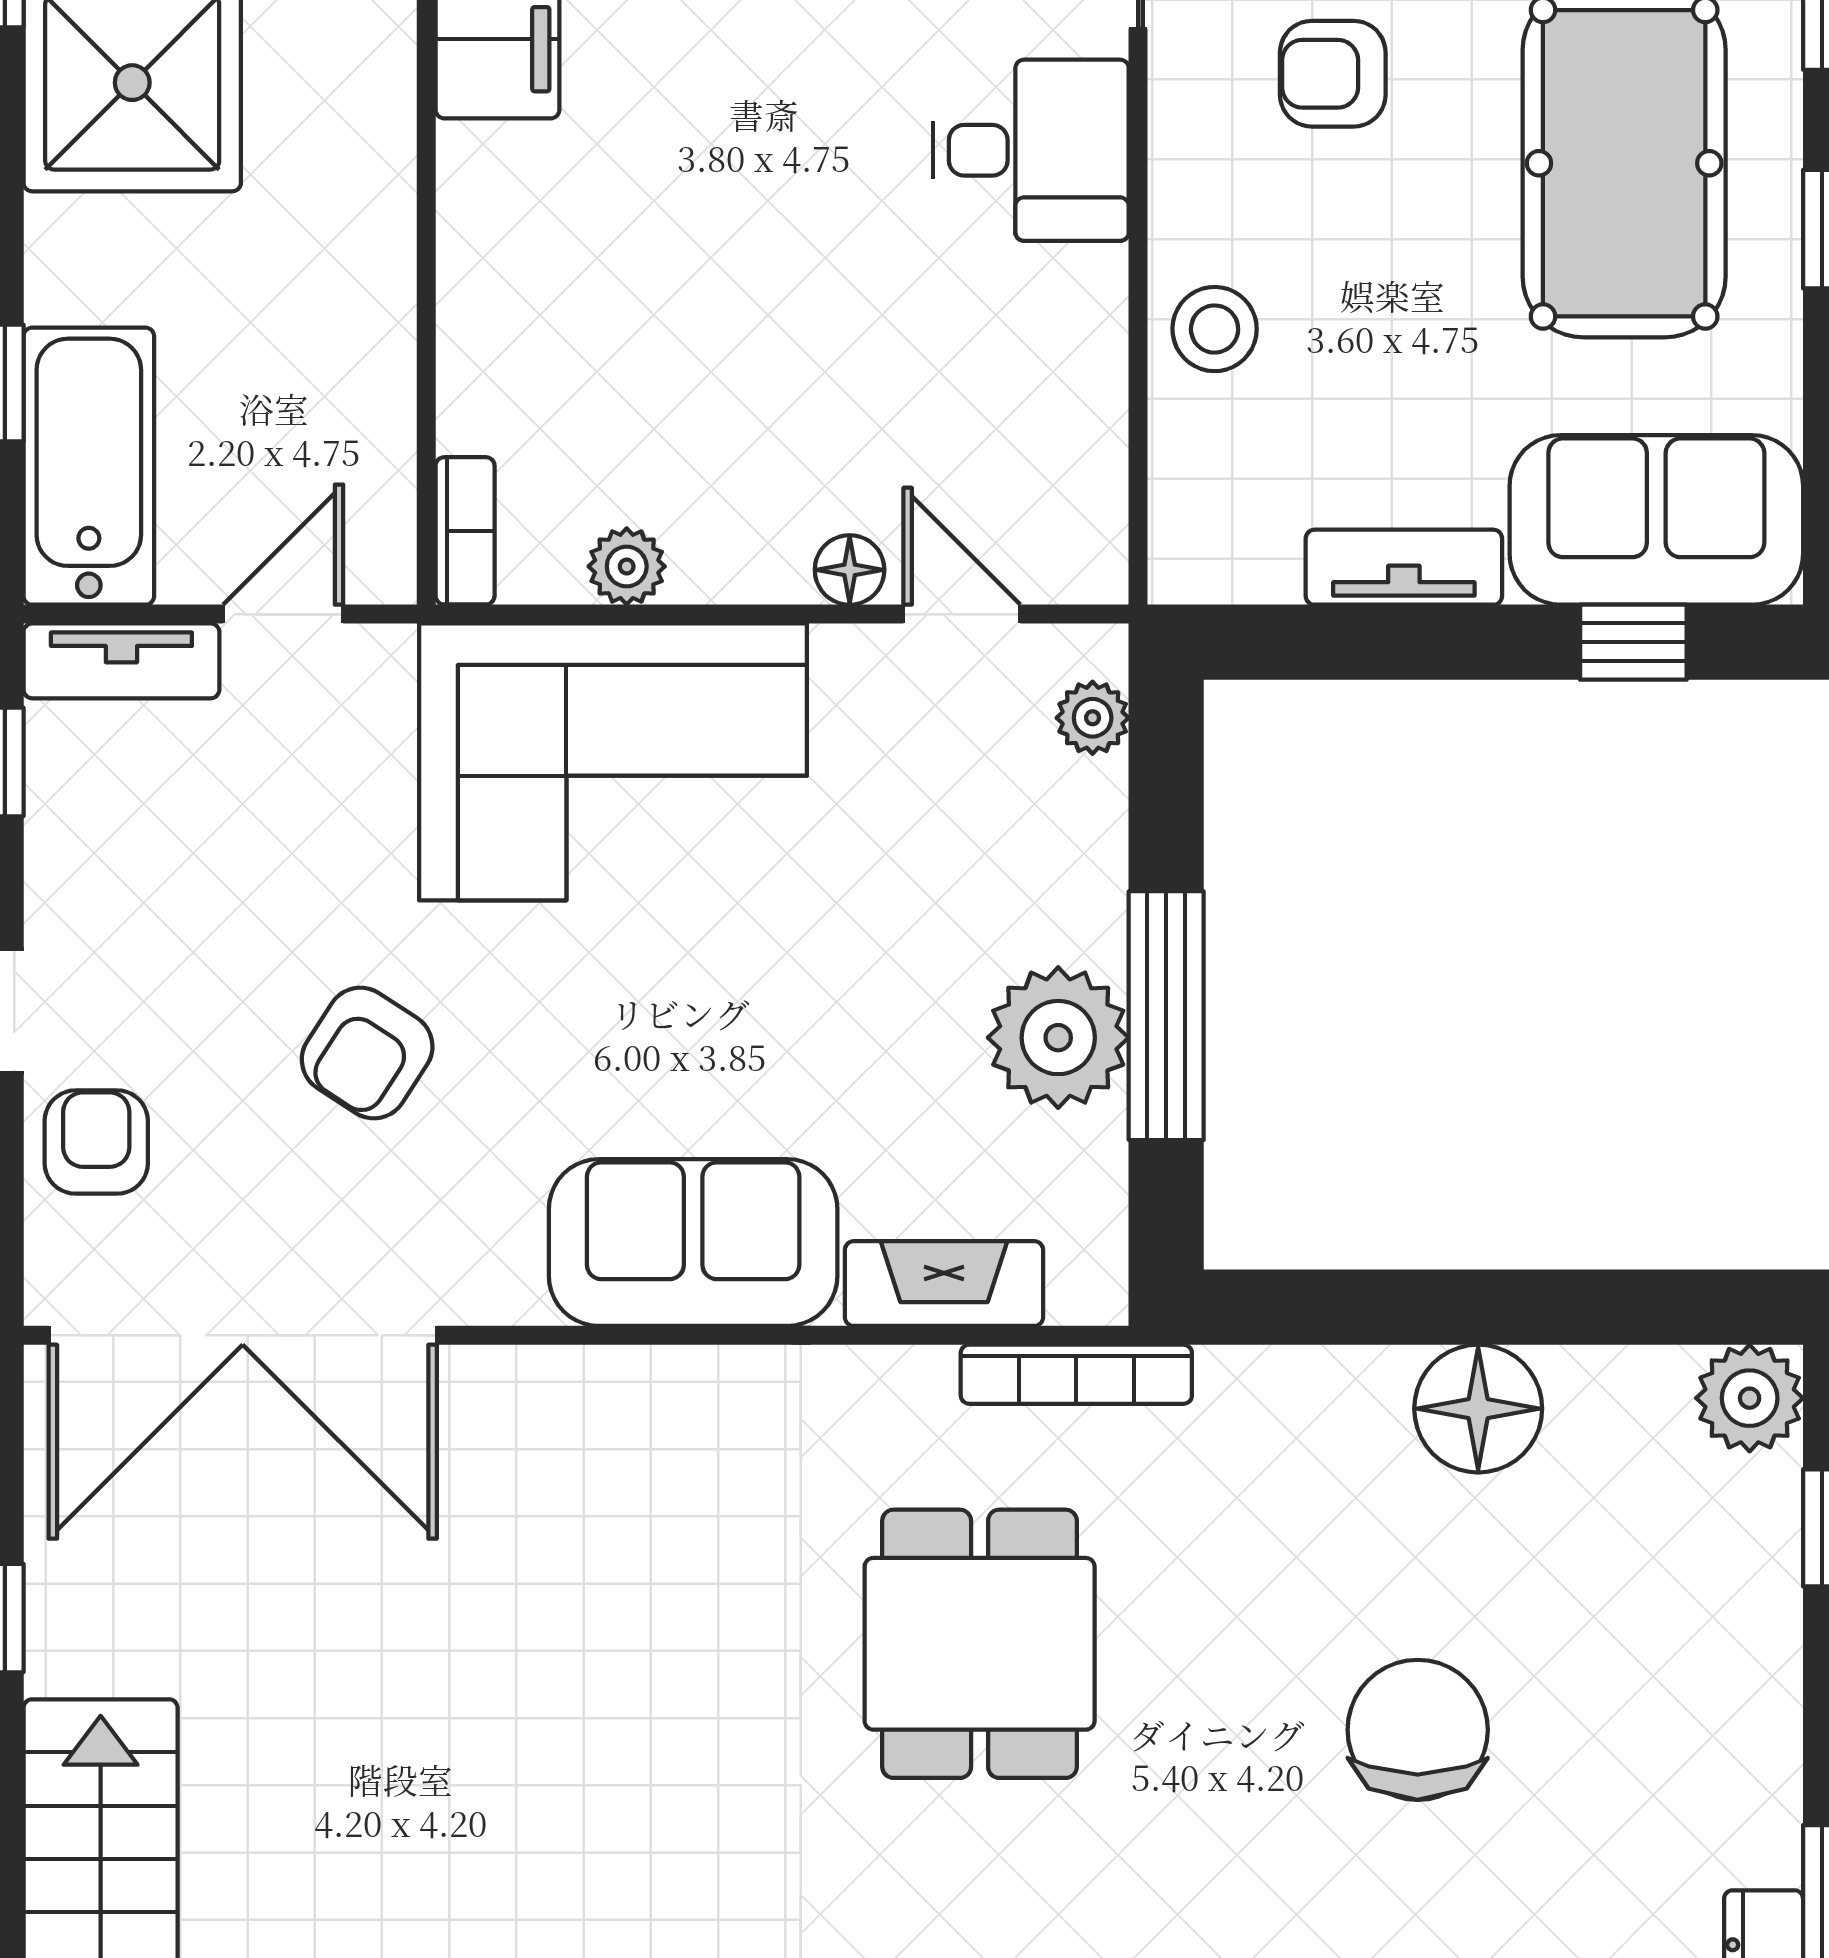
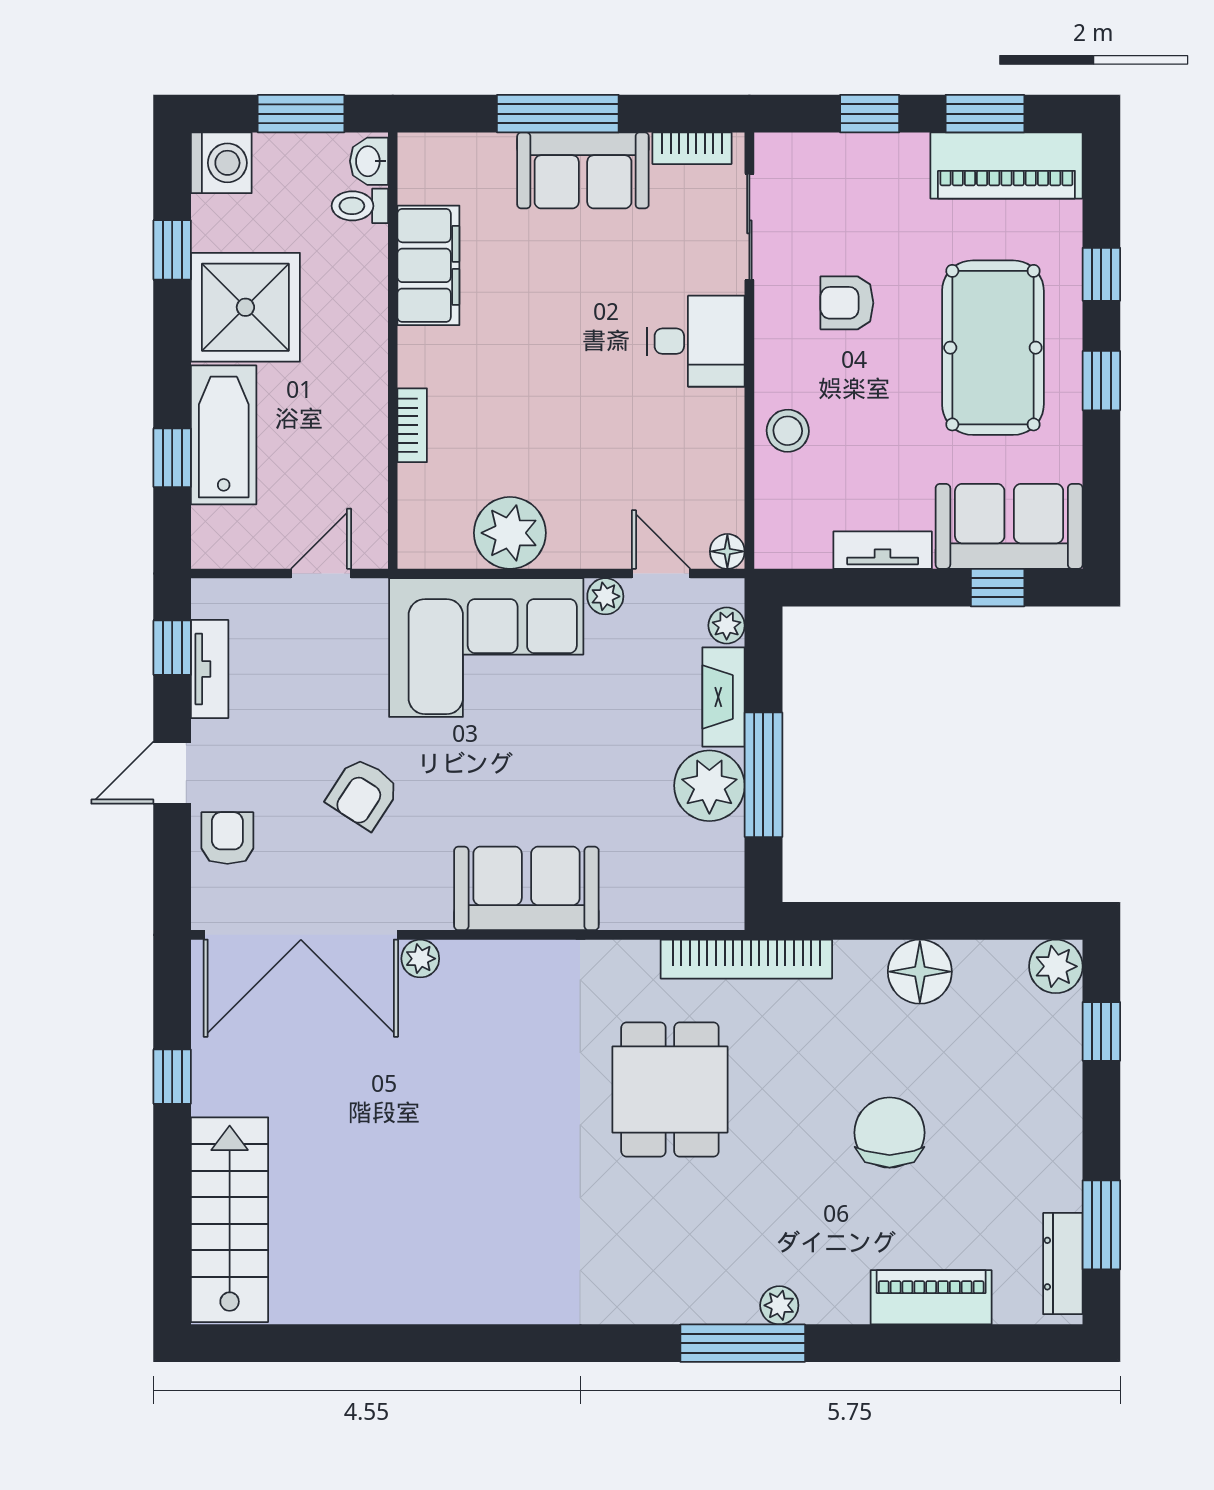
bathtub: (89, 466) -> (224, 435), moved
bookcase: (465, 531) -> (412, 425), moved
plant: (627, 566) -> (510, 533), width x1.87, depth x1.87
floor lamp: (850, 570) -> (727, 551), moved
plant: (851, 660) -> (605, 596), added
tv unit: (121, 661) -> (210, 669), moved, turned -90
fireplace: (944, 1284) -> (723, 697), moved, turned -90
bookcase: (1076, 1374) -> (746, 959), width x1.48, depth x1.31
plant: (481, 1382) -> (420, 959), added

